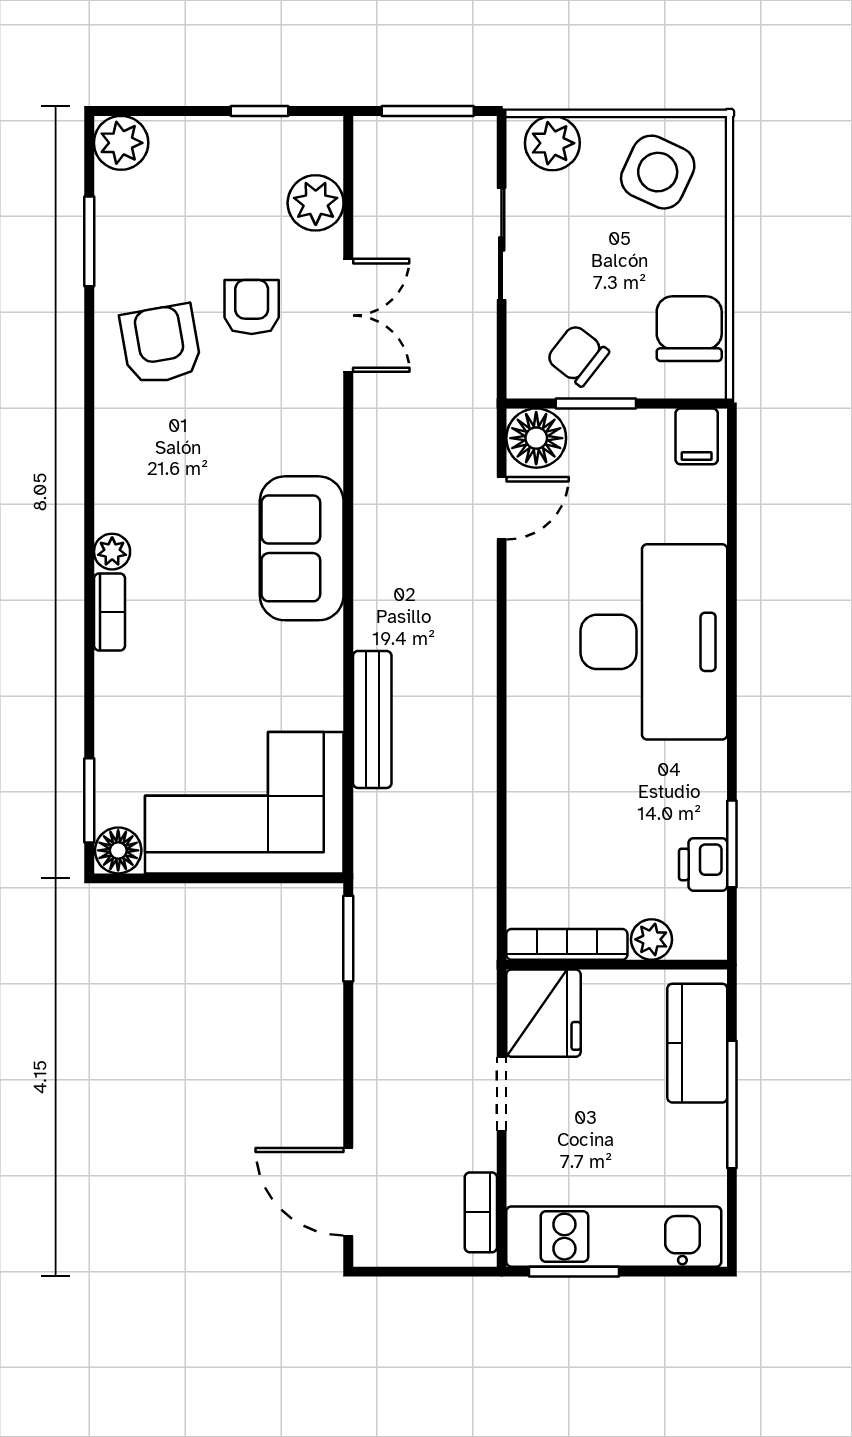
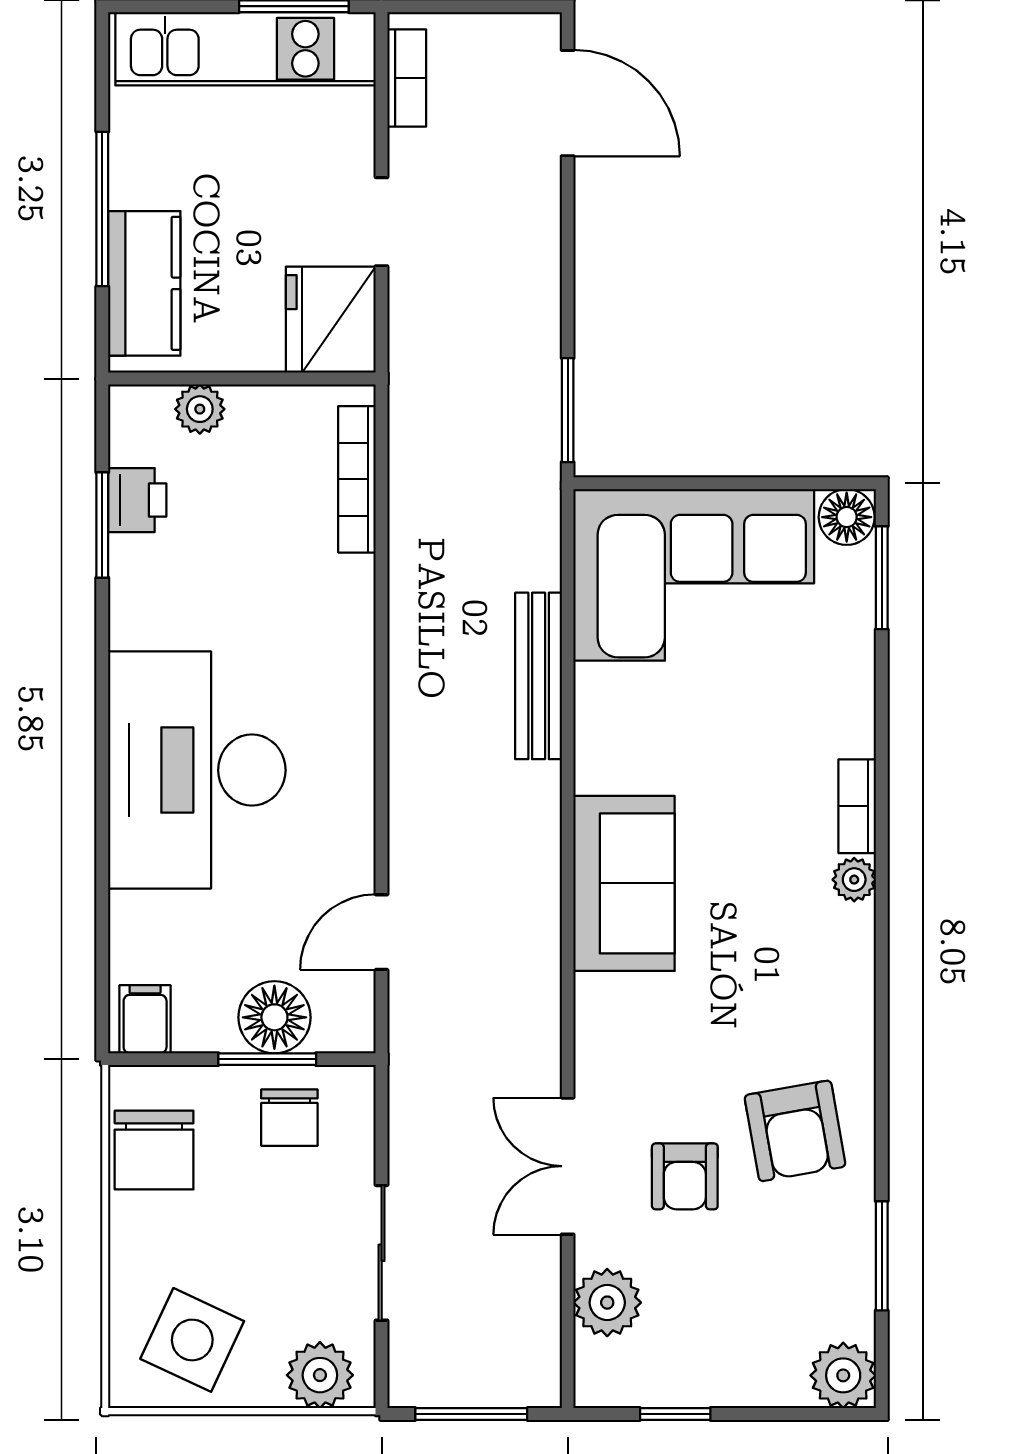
chair: (578, 355) -> (289, 1118), turned 52
floor lamp: (536, 438) -> (274, 1017), moved
bookcase: (567, 944) -> (357, 479), moved, turned 90

